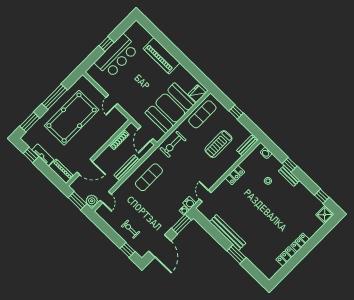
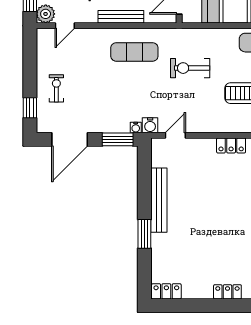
exercise bike: (173, 144) -> (190, 68), moved
locker: (286, 256) -> (166, 291), moved

